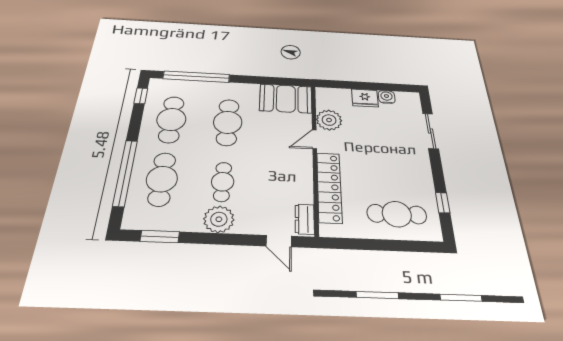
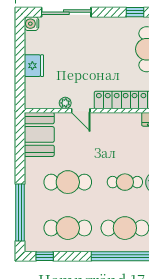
water cooler: (387, 97) -> (31, 24), moved
plant: (329, 120) -> (65, 103), width x0.53, depth x0.53
sliding door: (430, 131) -> (66, 12), width x1.37

